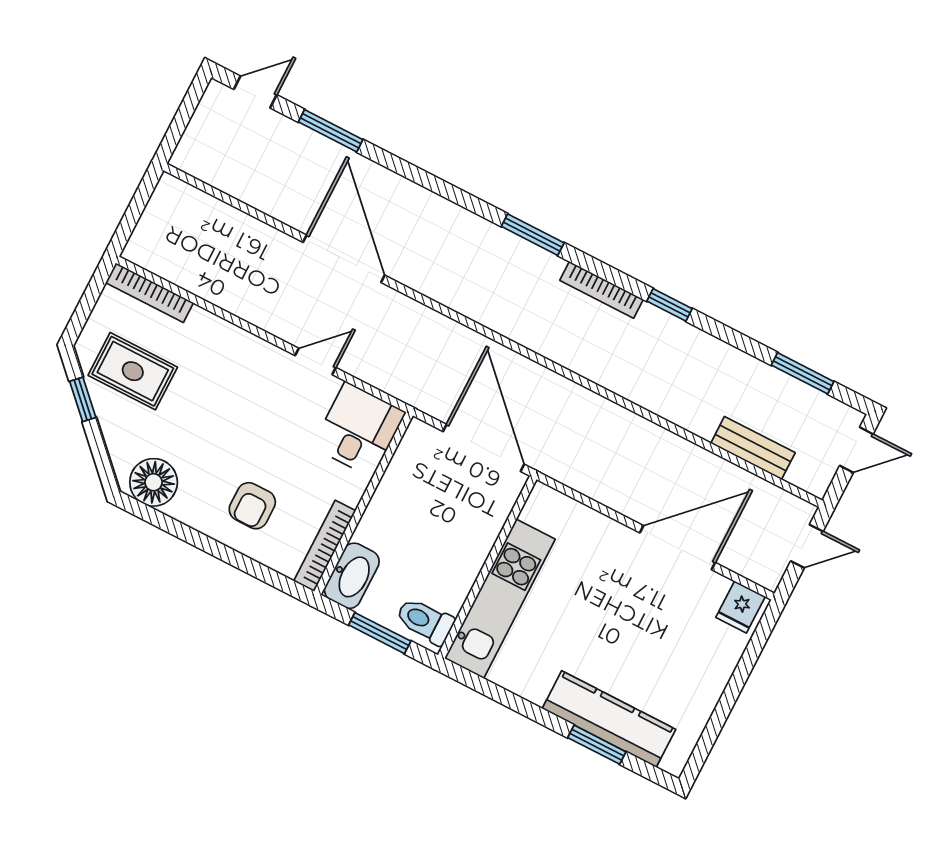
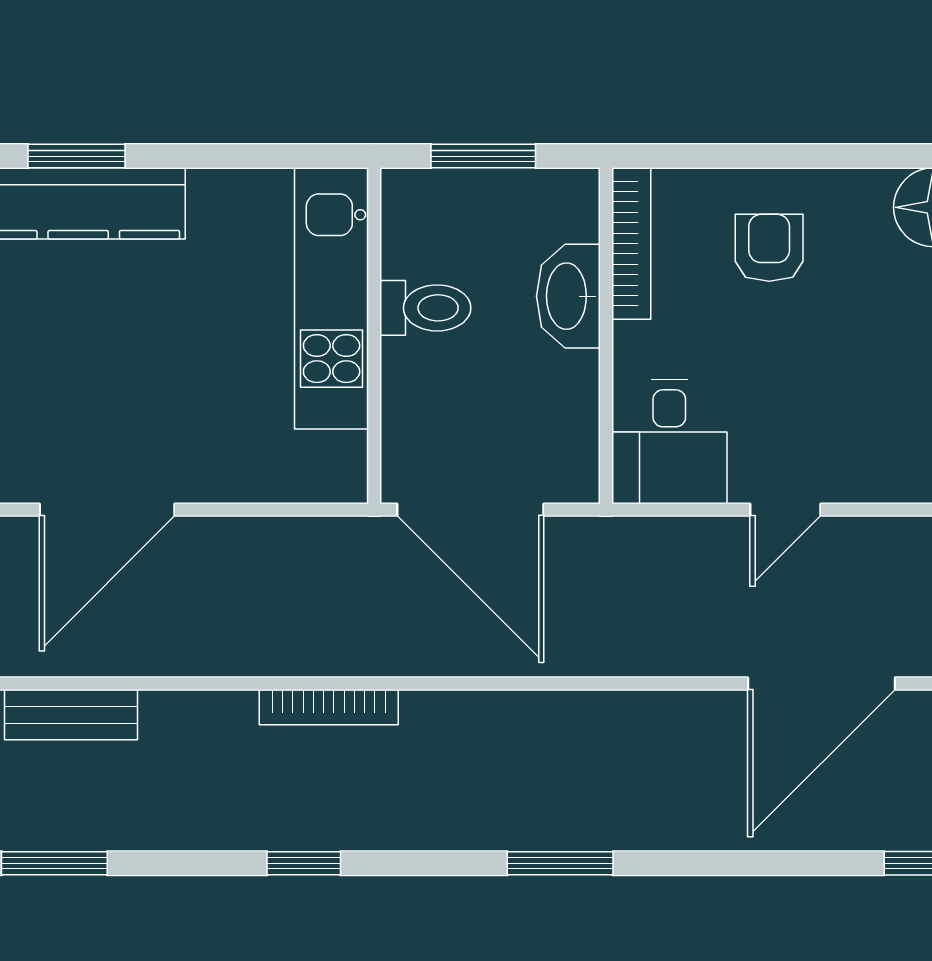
door: (344, 259) -> (822, 683), hinge flipped
bookcase: (602, 290) -> (329, 707), moved, turned 180
washbasin: (352, 576) -> (568, 296), moved
toilet: (425, 621) -> (425, 308), moved

